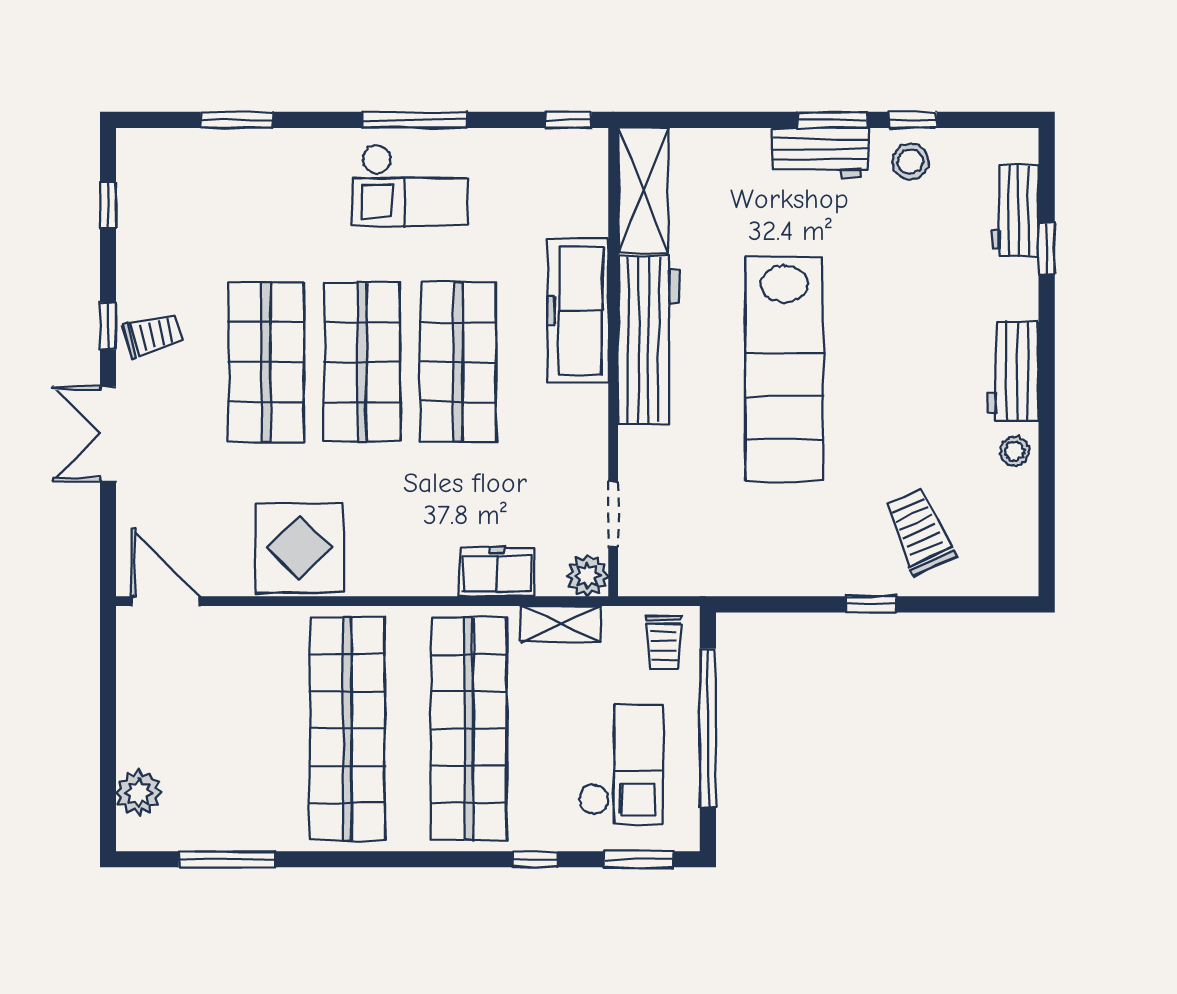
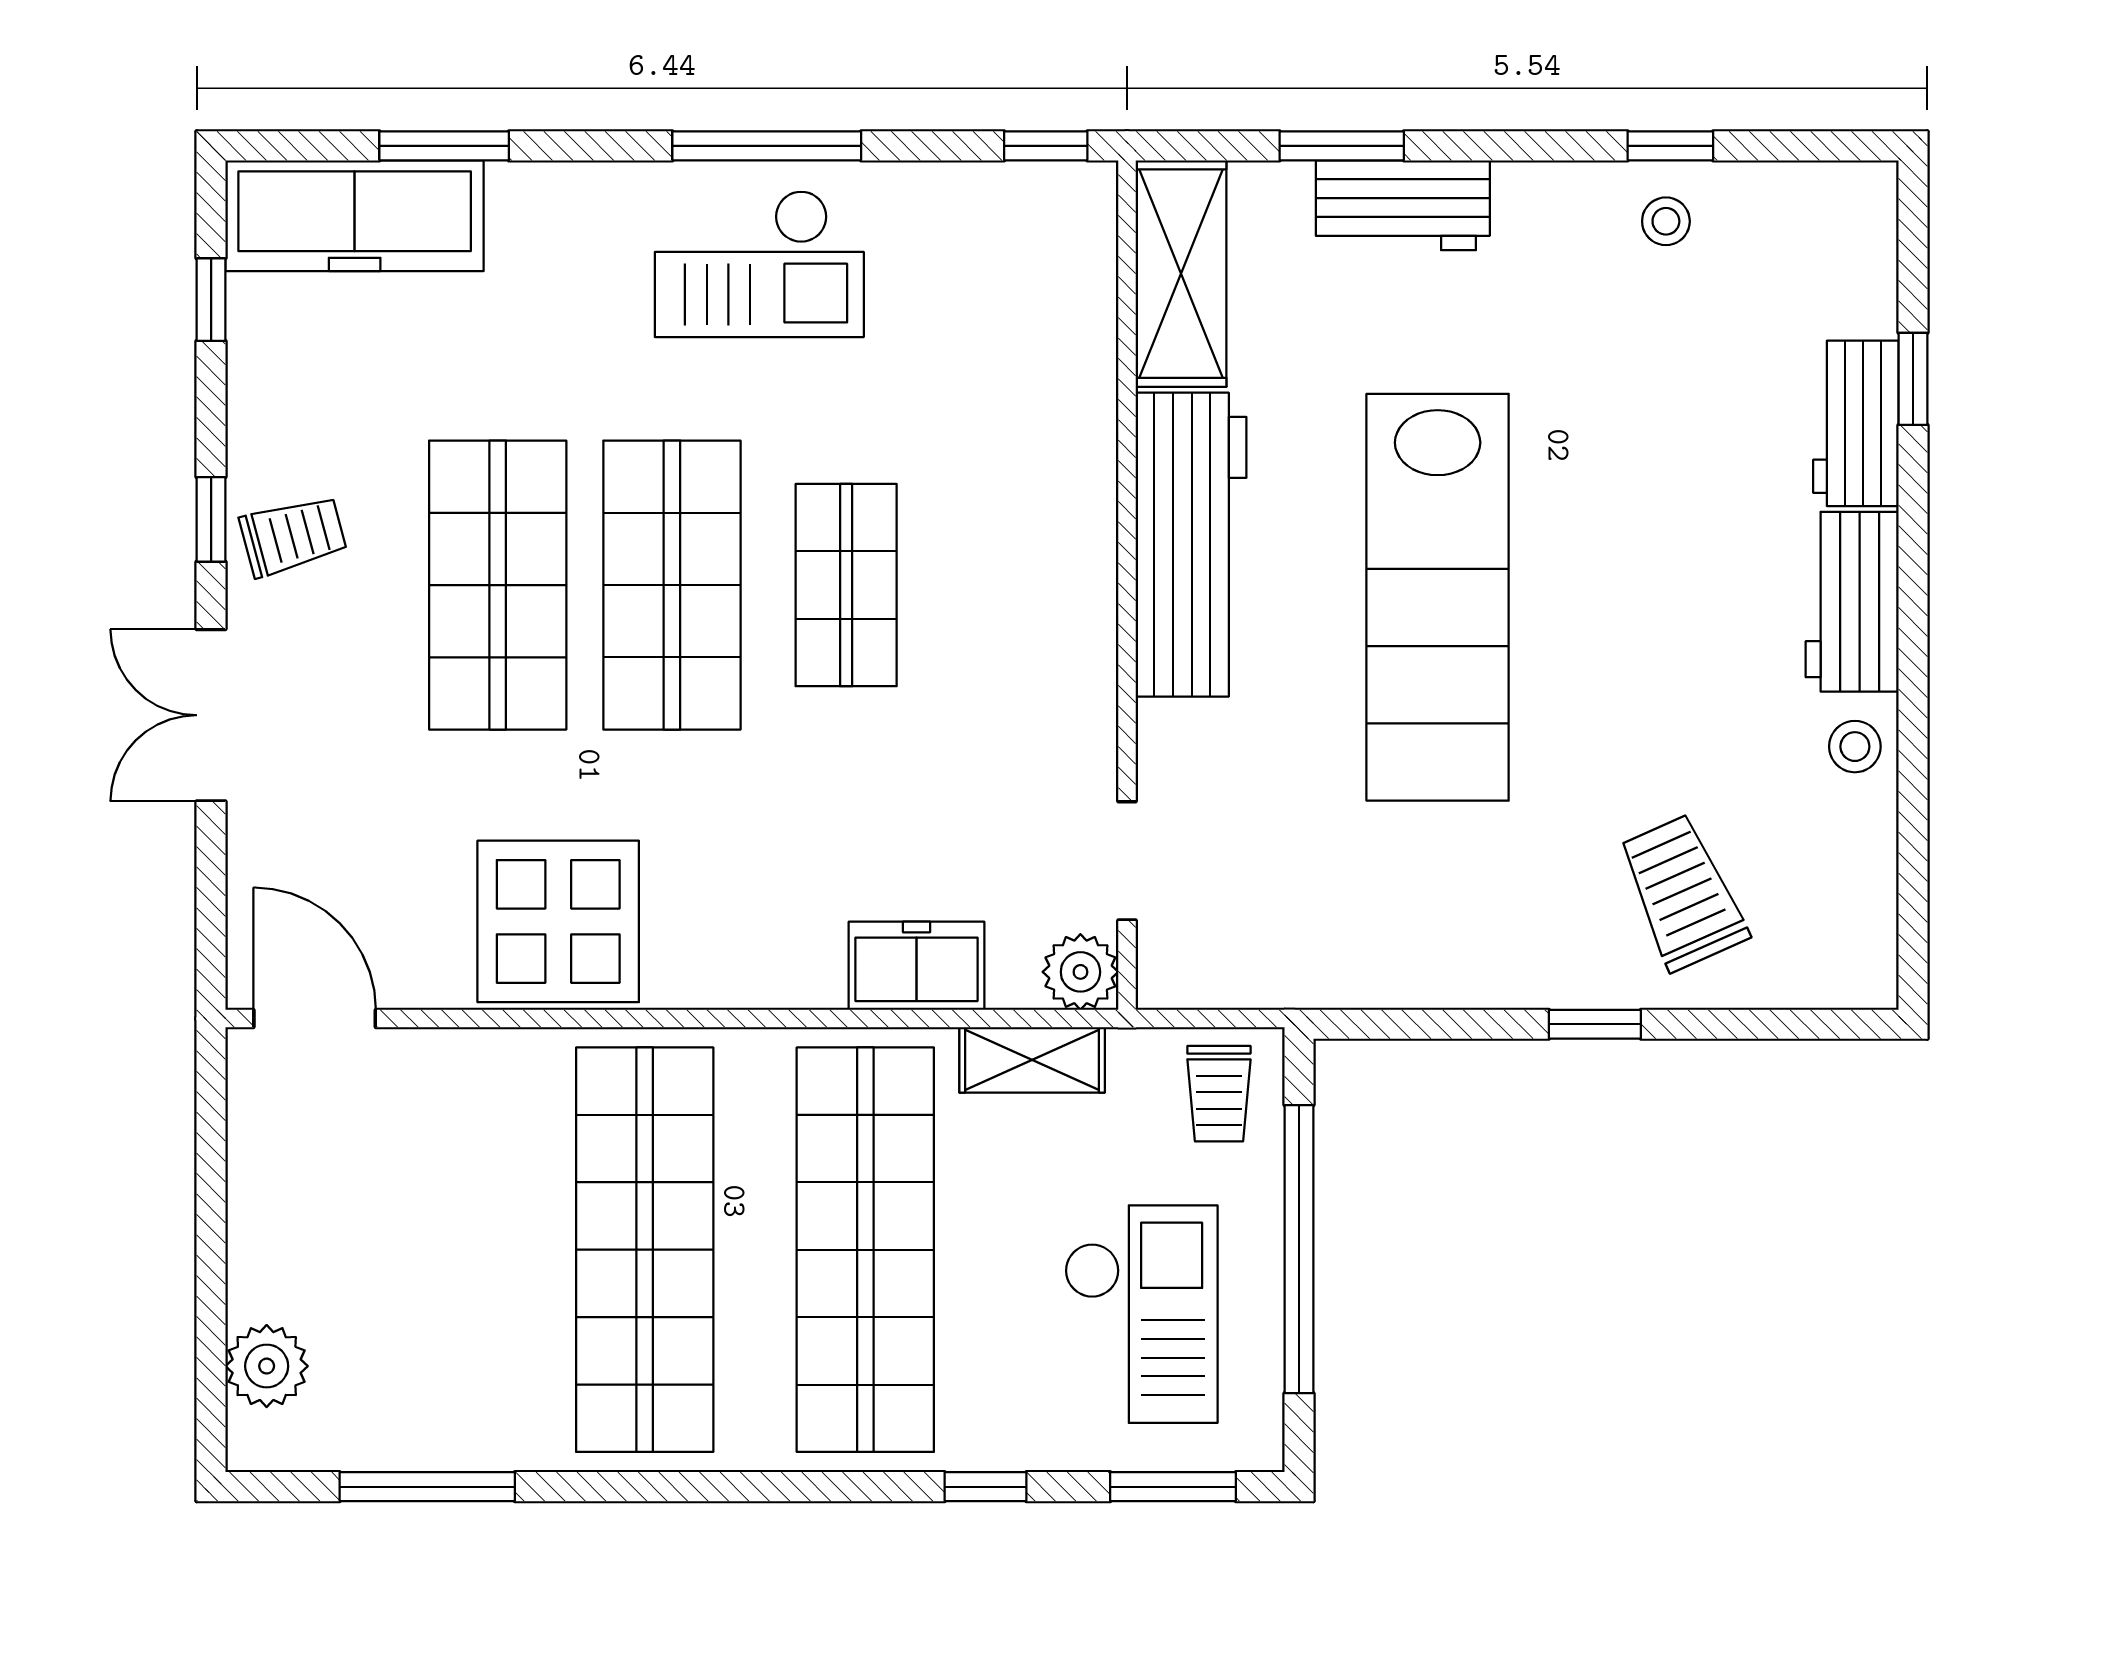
window: (833, 120) -> (1342, 146), moved
workbench: (820, 153) -> (1403, 205), moved
stool: (910, 162) -> (1666, 221), width x0.73, depth x0.73
workbench: (1015, 210) -> (1856, 423), moved
freezer: (578, 311) -> (355, 216), moved, turned -90
shop shelf: (458, 362) -> (846, 585), width x0.70, depth x0.74

